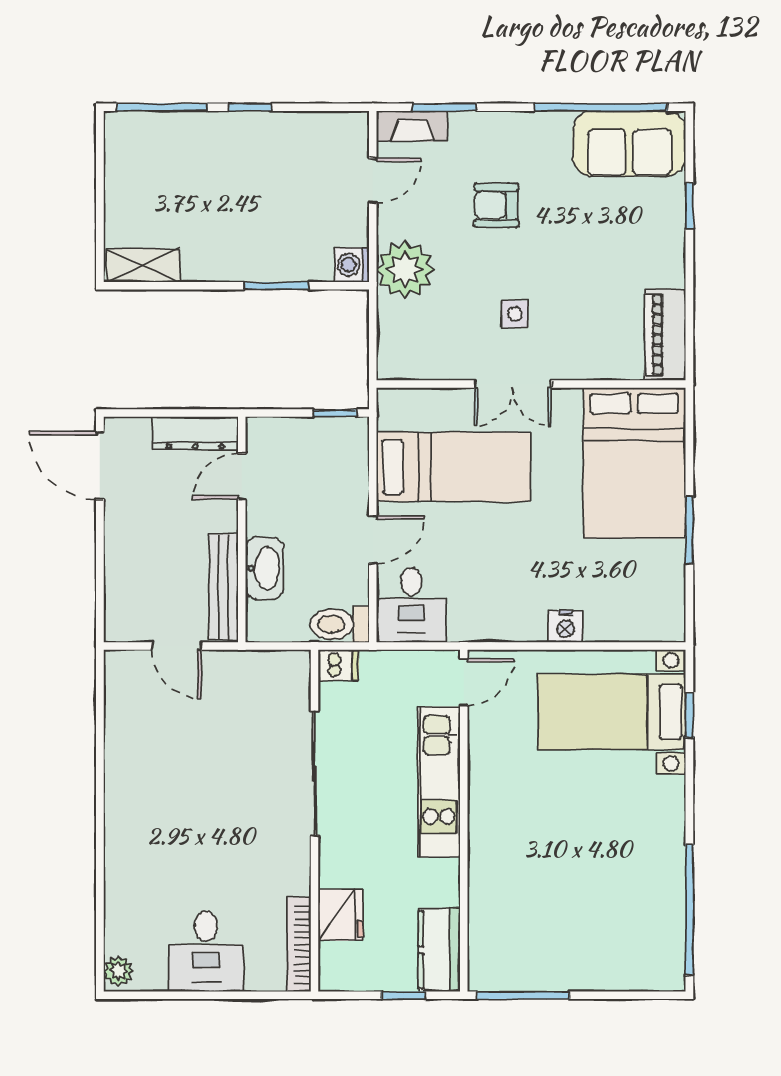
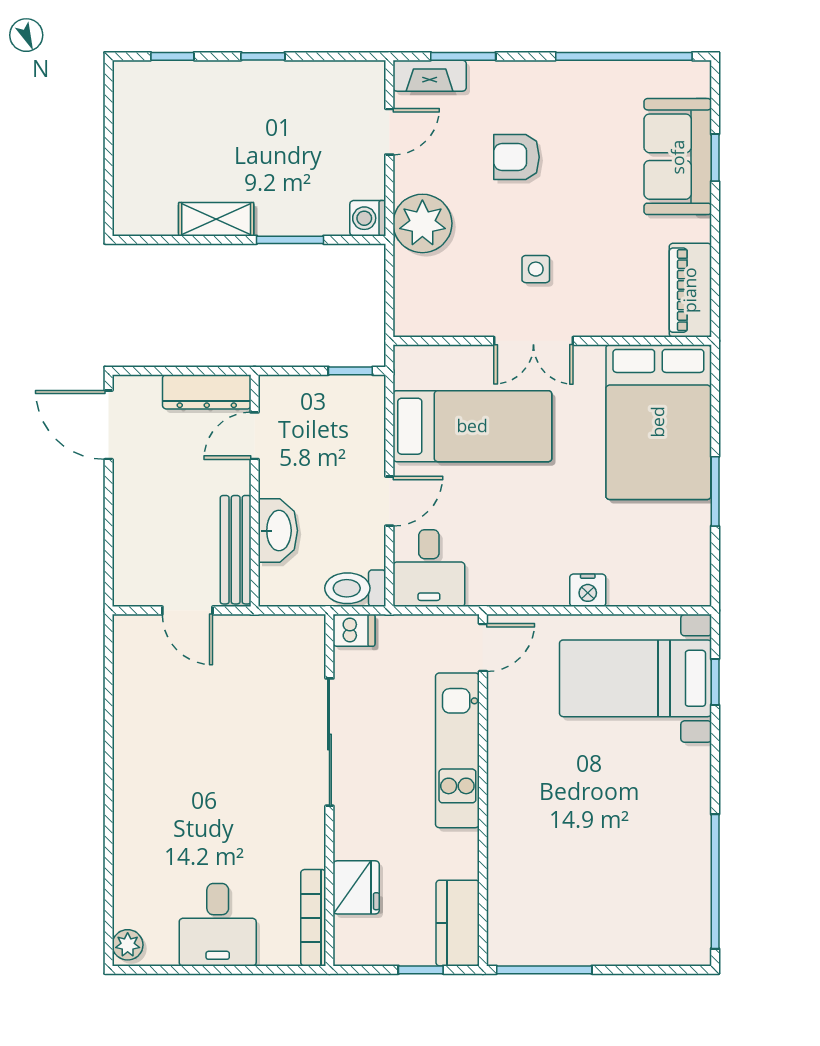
window: (162, 107) -> (172, 56), width x0.46
sofa: (629, 144) -> (678, 157), moved, turned 90
shelving: (143, 266) -> (216, 219), moved

